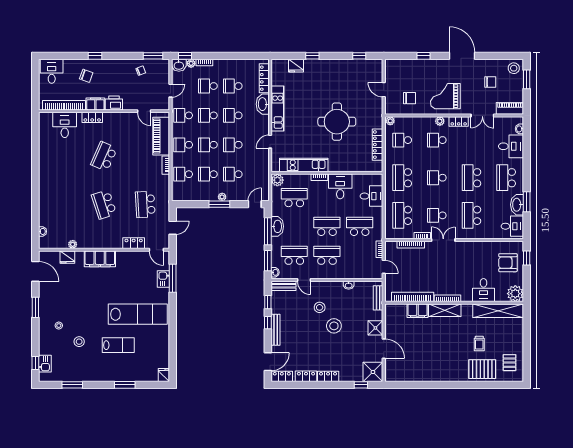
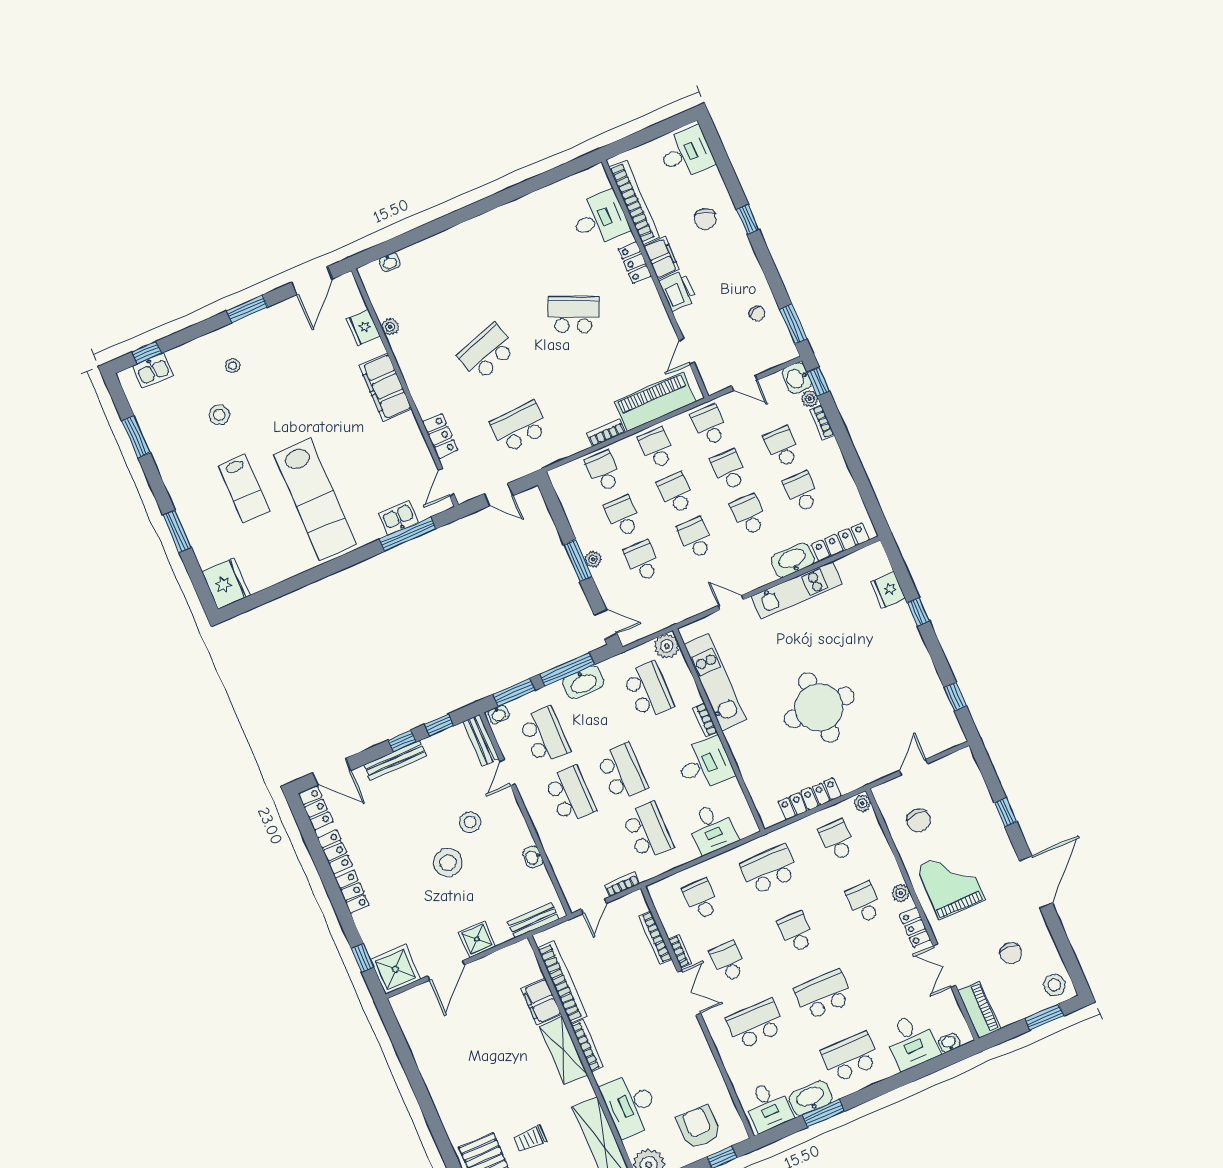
school desk: (402, 215) -> (701, 899), width x0.54
desk: (484, 290) -> (630, 1105), width x1.37
fridge: (164, 375) -> (226, 584), width x1.88, depth x1.34

